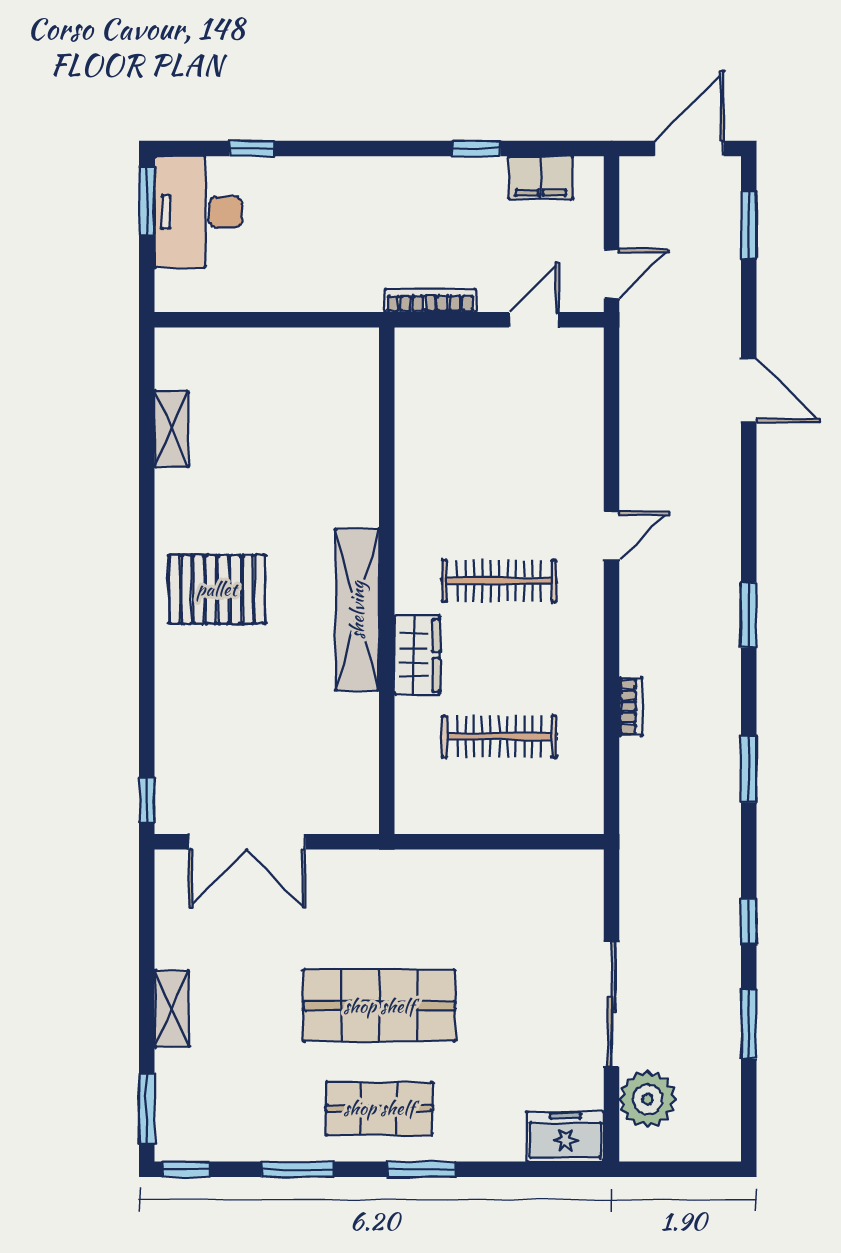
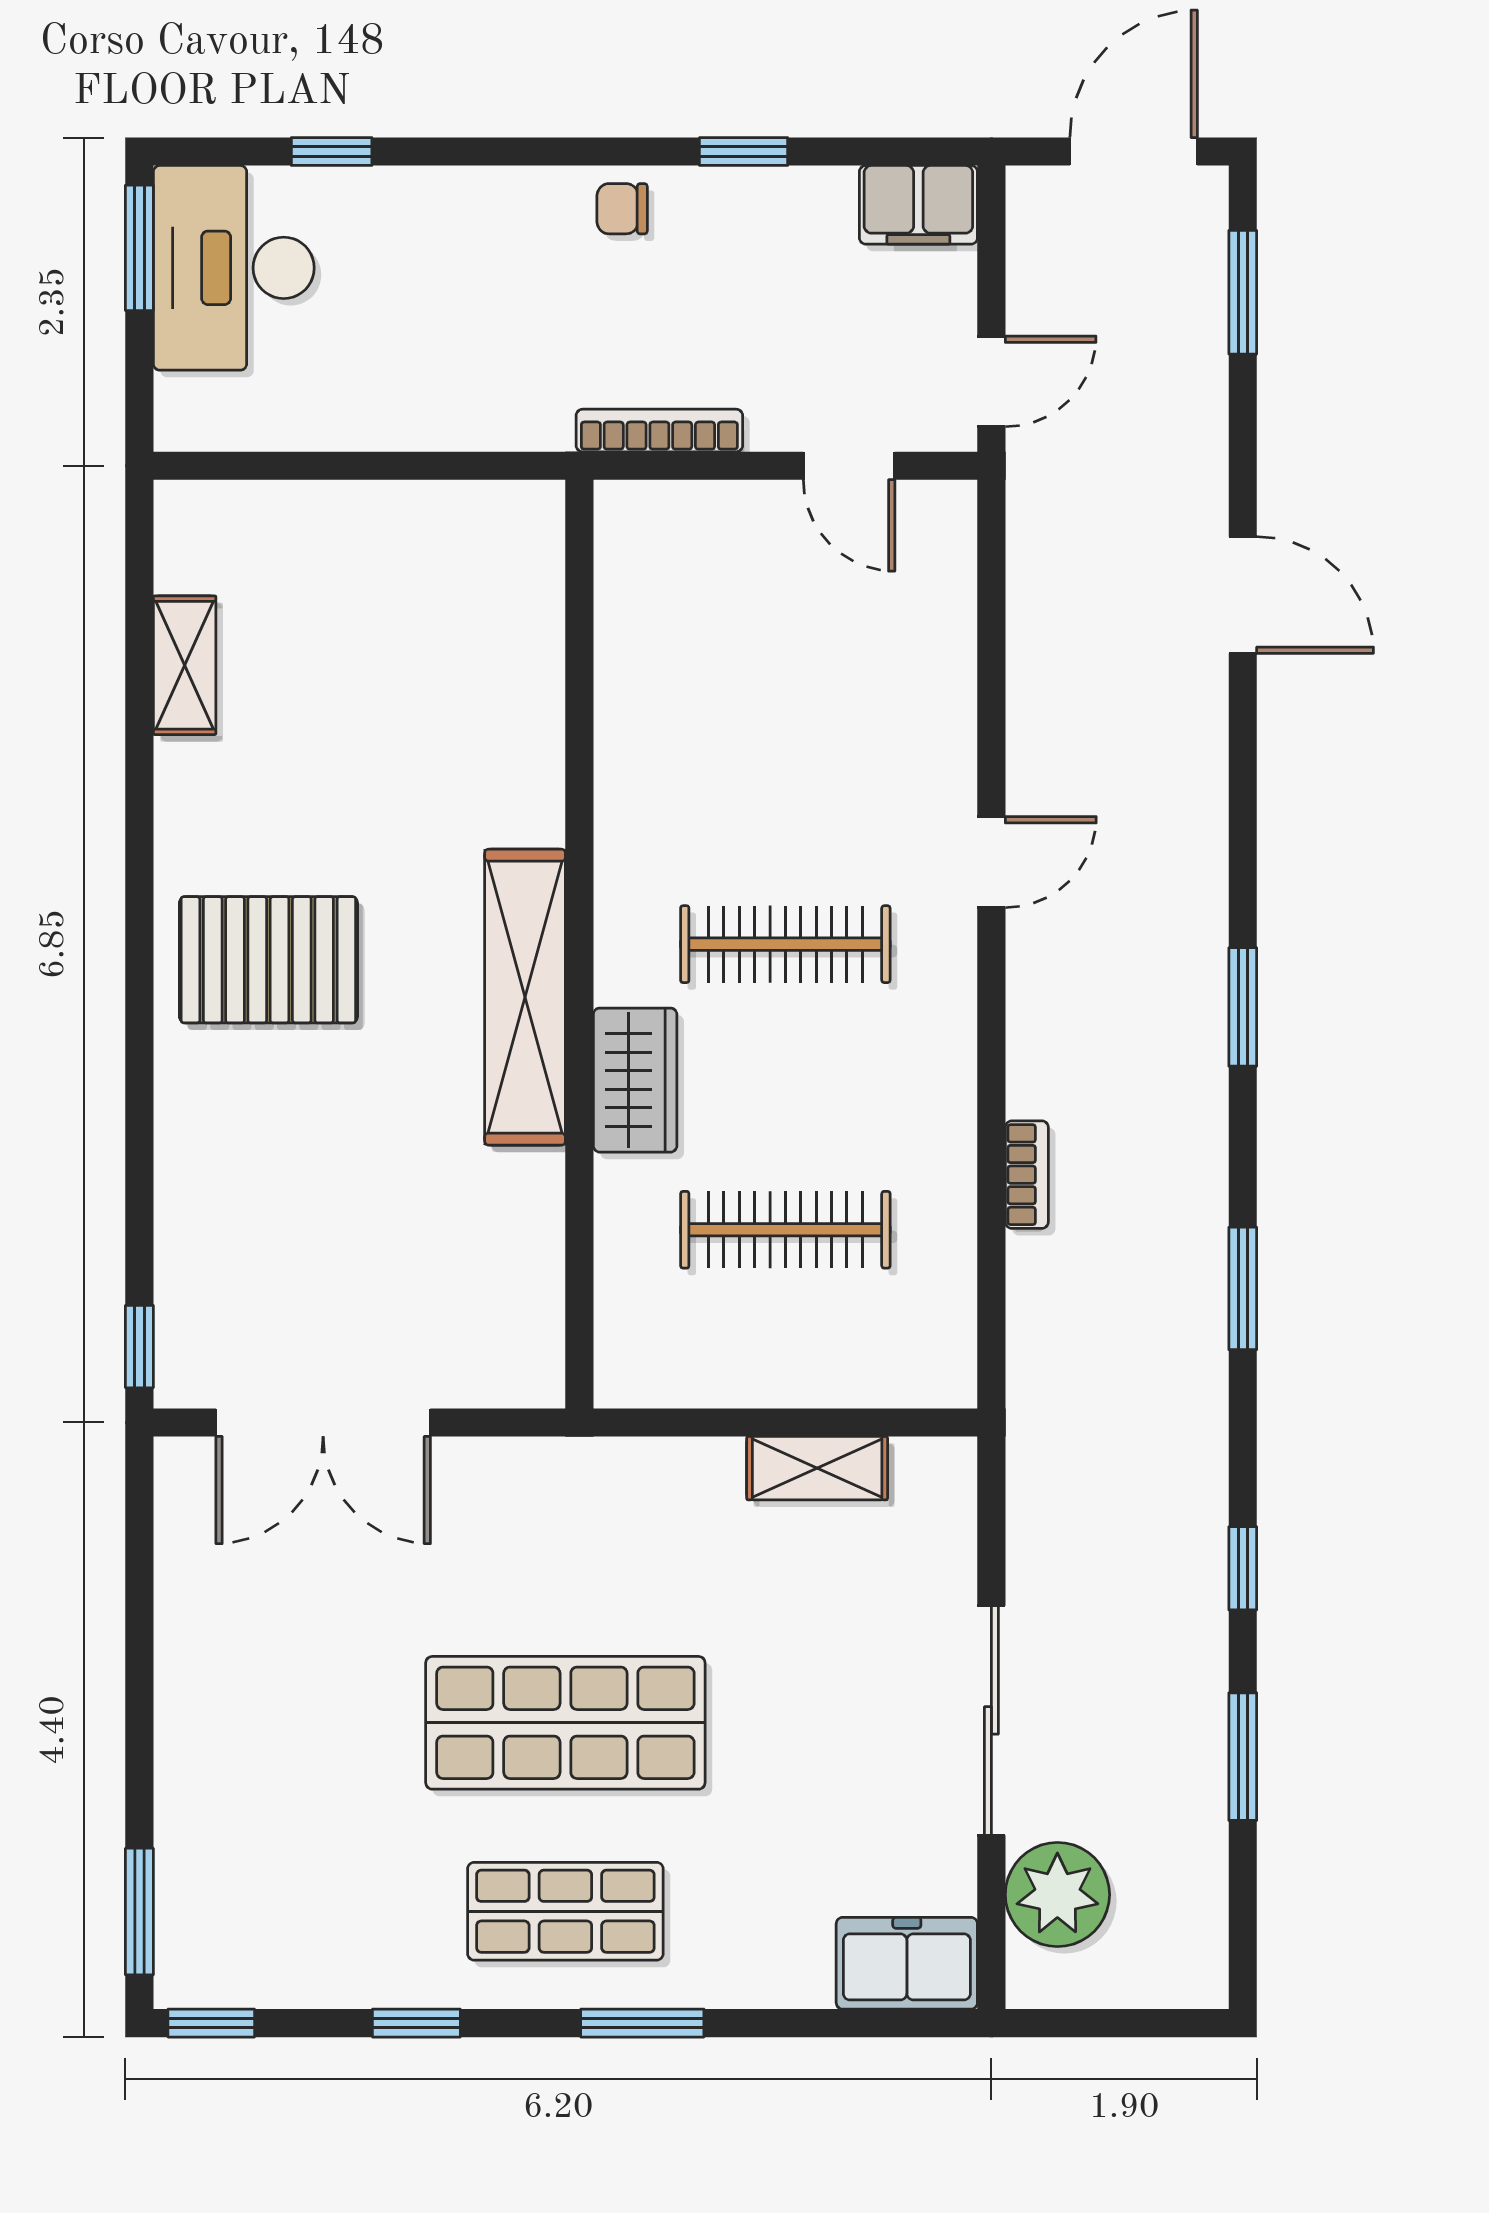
filing cabinet: (541, 178) -> (918, 205), moved
chair: (410, 180) -> (622, 209), added
door: (534, 320) -> (849, 466), swing flipped
shelving: (172, 1009) -> (817, 1468), moved, turned 90
window: (298, 1169) -> (416, 2023), width x0.67

